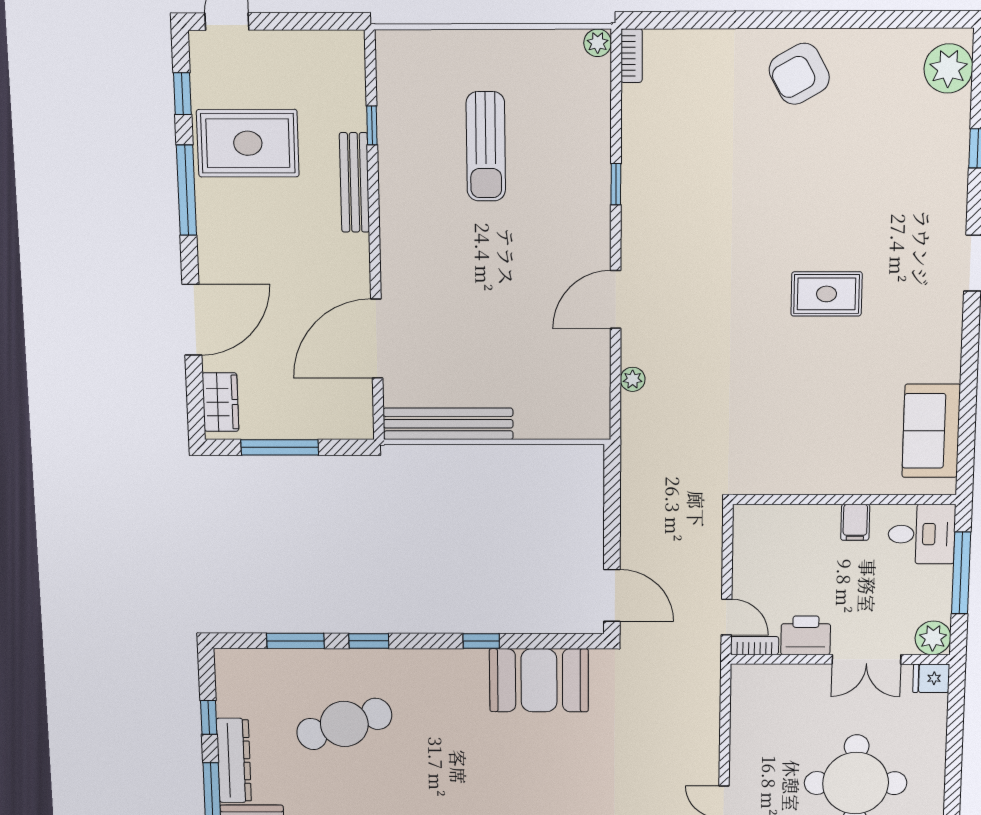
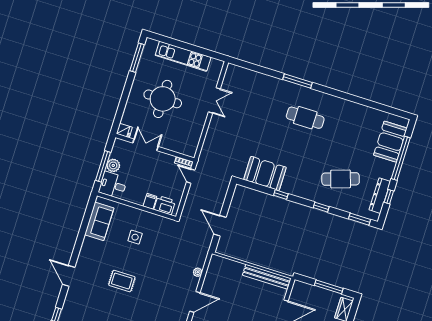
side table: (825, 419) -> (135, 237), added
filing cabinet: (855, 522) -> (150, 201), moved
door: (612, 595) -> (220, 226), moved
printer: (806, 635) -> (165, 205), moved, turned 180
plant: (933, 638) -> (113, 165), moved
window: (295, 641) -> (359, 219), moved
dresser: (234, 760) -> (380, 196), moved

